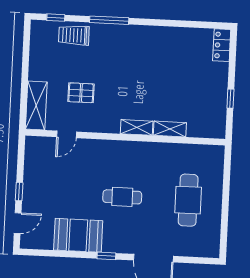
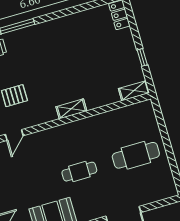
shelving: (170, 129) -> (134, 91), moved
cafe table: (188, 200) -> (136, 155), turned 90

